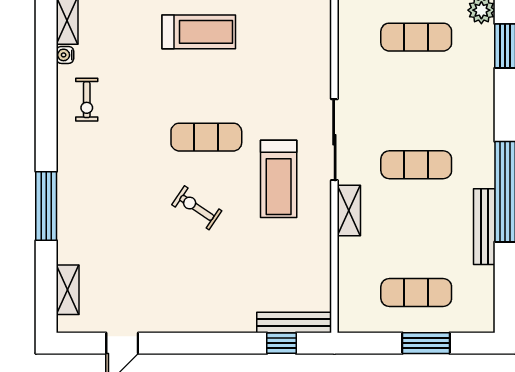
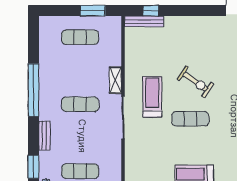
exercise bike: (197, 208) -> (195, 82), width x1.38, depth x1.39
bench: (484, 227) -> (44, 135), moved, width x0.73
window: (426, 343) -> (93, 11), moved

